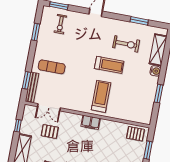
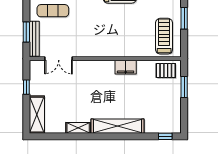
treadmill: (101, 96) -> (164, 36), moved
filing cabinet: (91, 122) -> (126, 67), moved
pallet: (50, 131) -> (65, 87), removed

